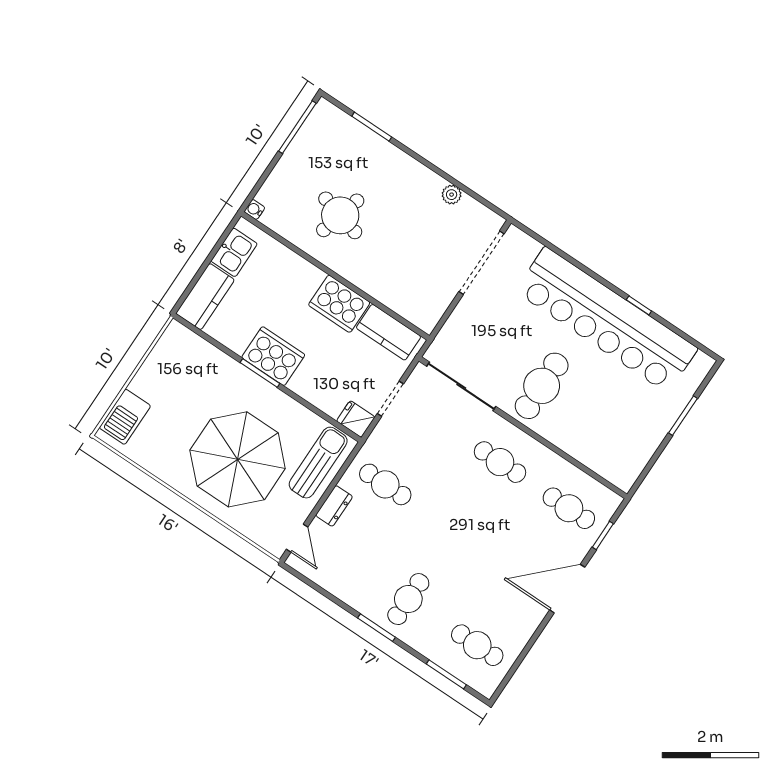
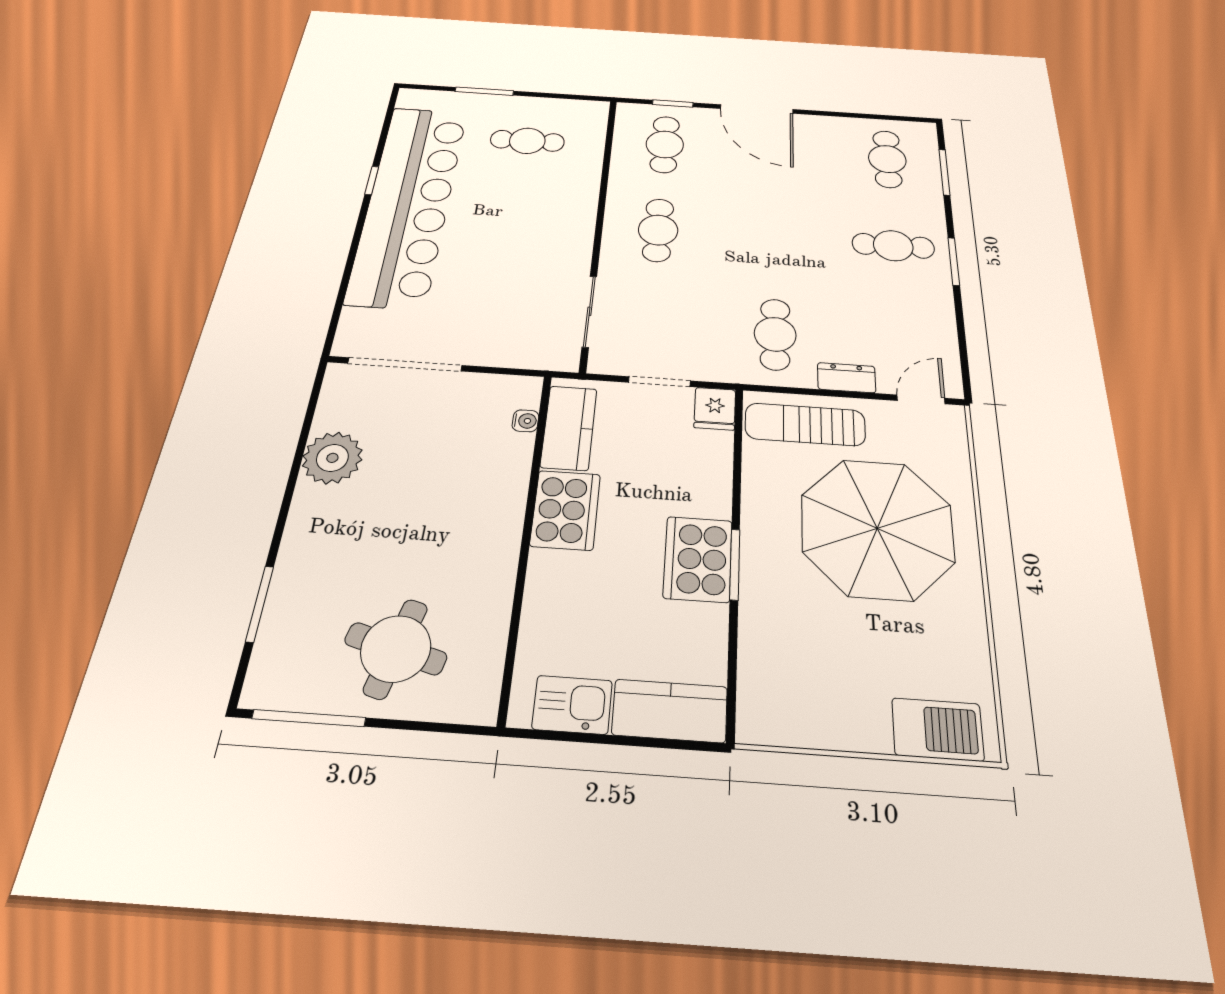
plant: (452, 195) -> (332, 458), width x1.88, depth x1.88
water cooler: (254, 209) -> (525, 421), moved, turned -90
round table: (340, 215) -> (396, 649), moved
sliding door: (461, 386) -> (589, 311), width x0.73
cafe table: (542, 386) -> (527, 141), moved, width x0.73, depth x0.74

